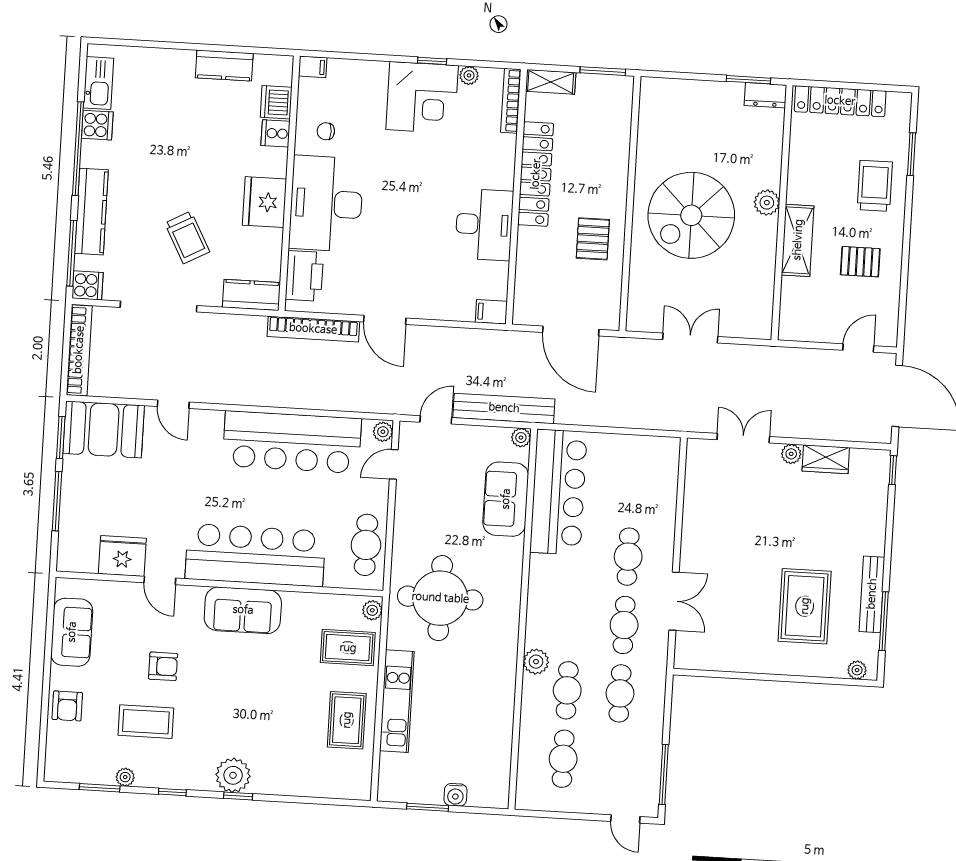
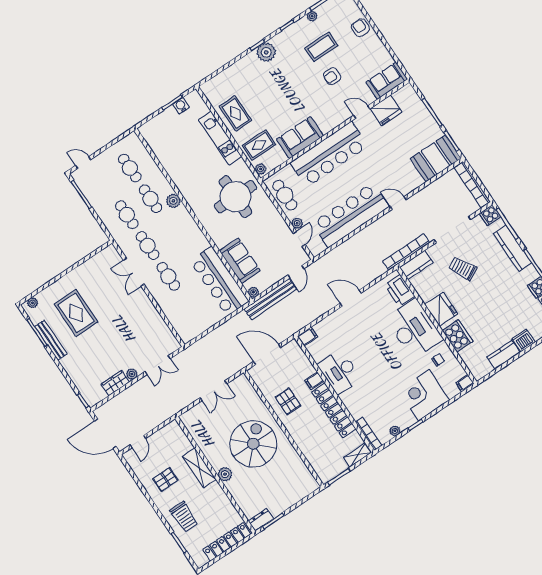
corner desk: (422, 98) -> (424, 395), moved
dishwasher: (276, 102) -> (524, 340), moved, turned -90
cooker: (276, 133) -> (457, 336), width x1.87, depth x1.31
filing cabinet: (531, 239) -> (314, 381), added
bookcase: (313, 329) -> (406, 252), moved
door: (173, 404) -> (398, 203), moved
plant: (383, 432) -> (297, 223), moved
sofa: (243, 610) -> (300, 138), moved
sofa: (72, 632) -> (387, 81), moved, turned 90
water cooler: (455, 795) -> (181, 106), moved

